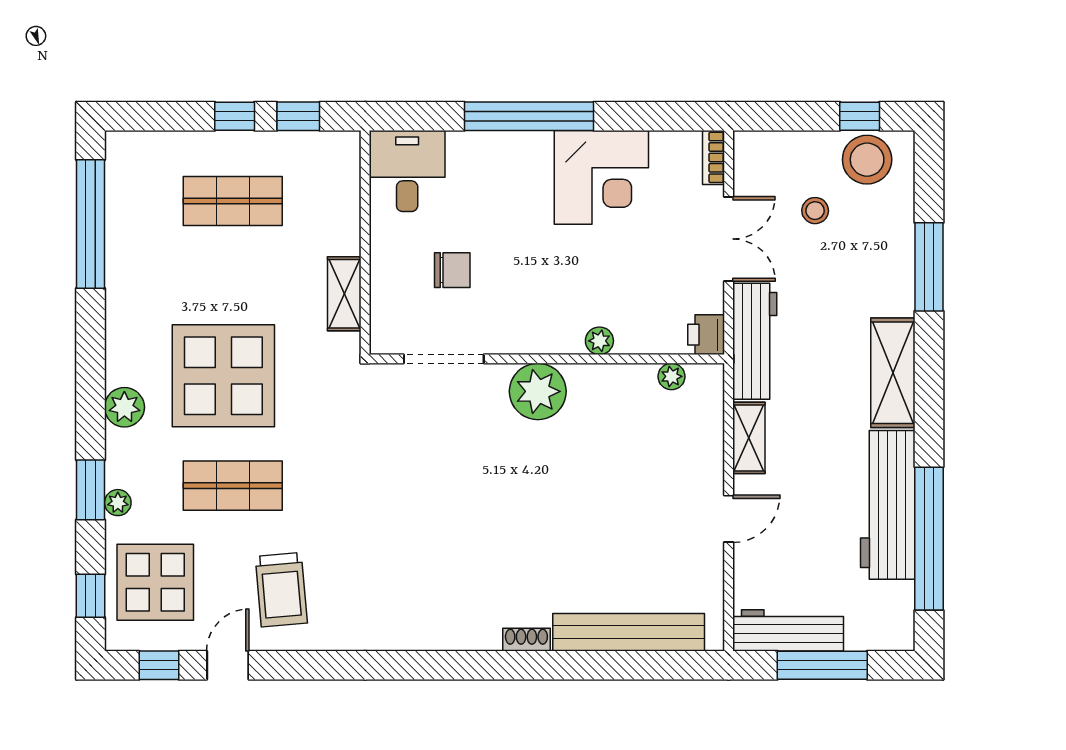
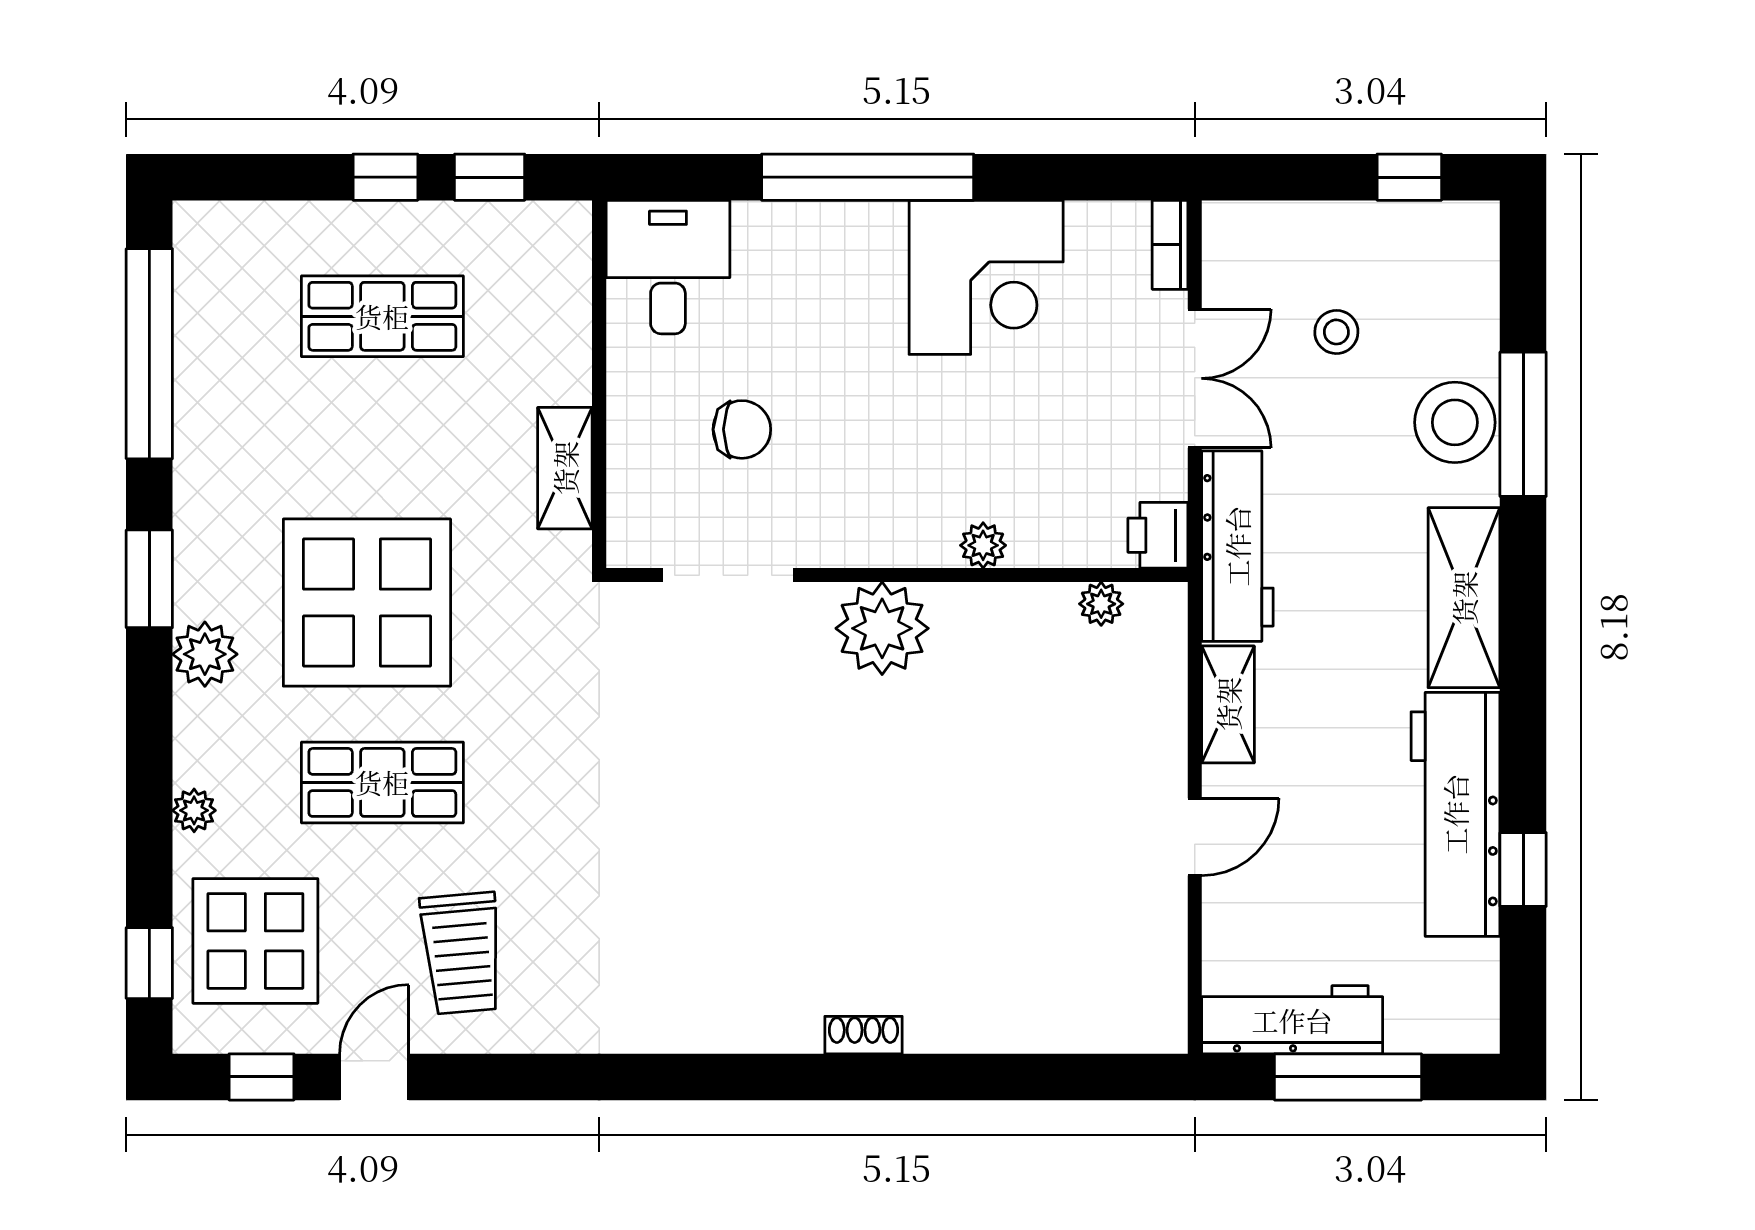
stool: (867, 160) -> (1455, 422), moved
window: (91, 490) -> (149, 579), moved
window: (929, 539) -> (1523, 869), width x0.32
bench: (629, 632) -> (1031, 1023), removed

